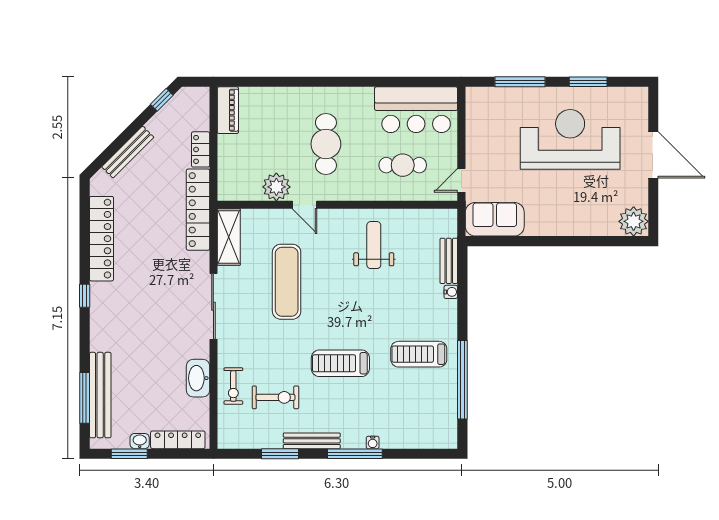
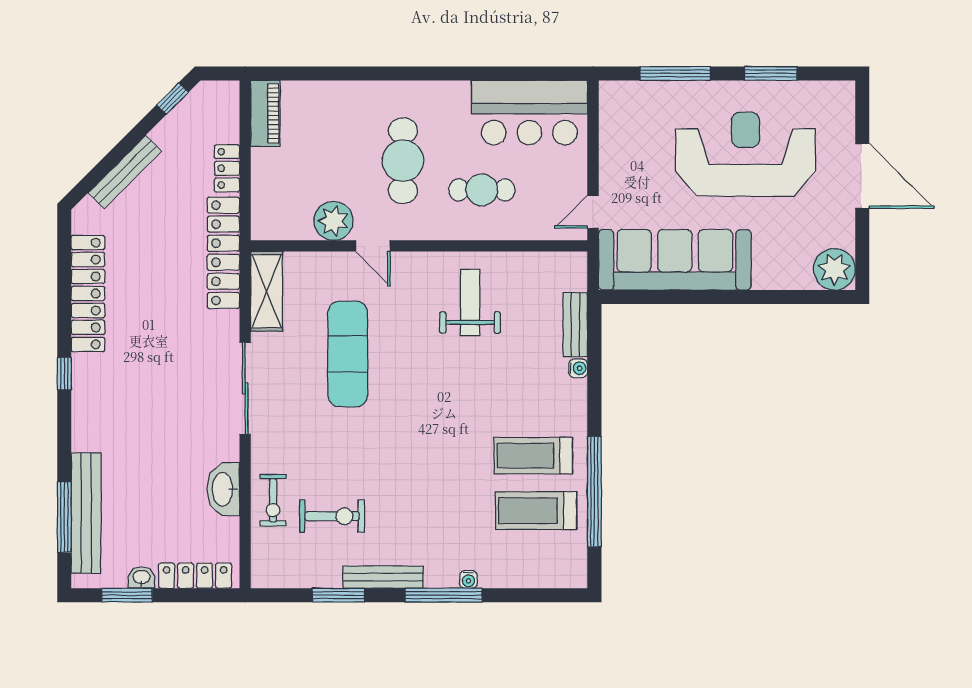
cafe table: (403, 165) -> (482, 190), moved
sofa: (495, 219) -> (675, 260), width x1.85, depth x1.27
treadmill: (340, 363) -> (536, 511), moved

